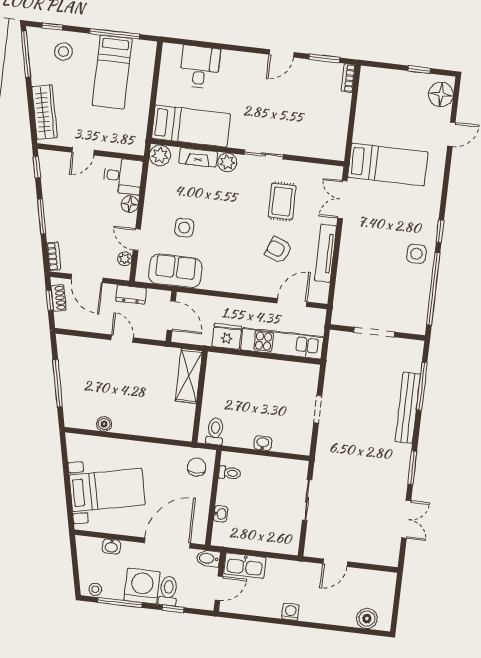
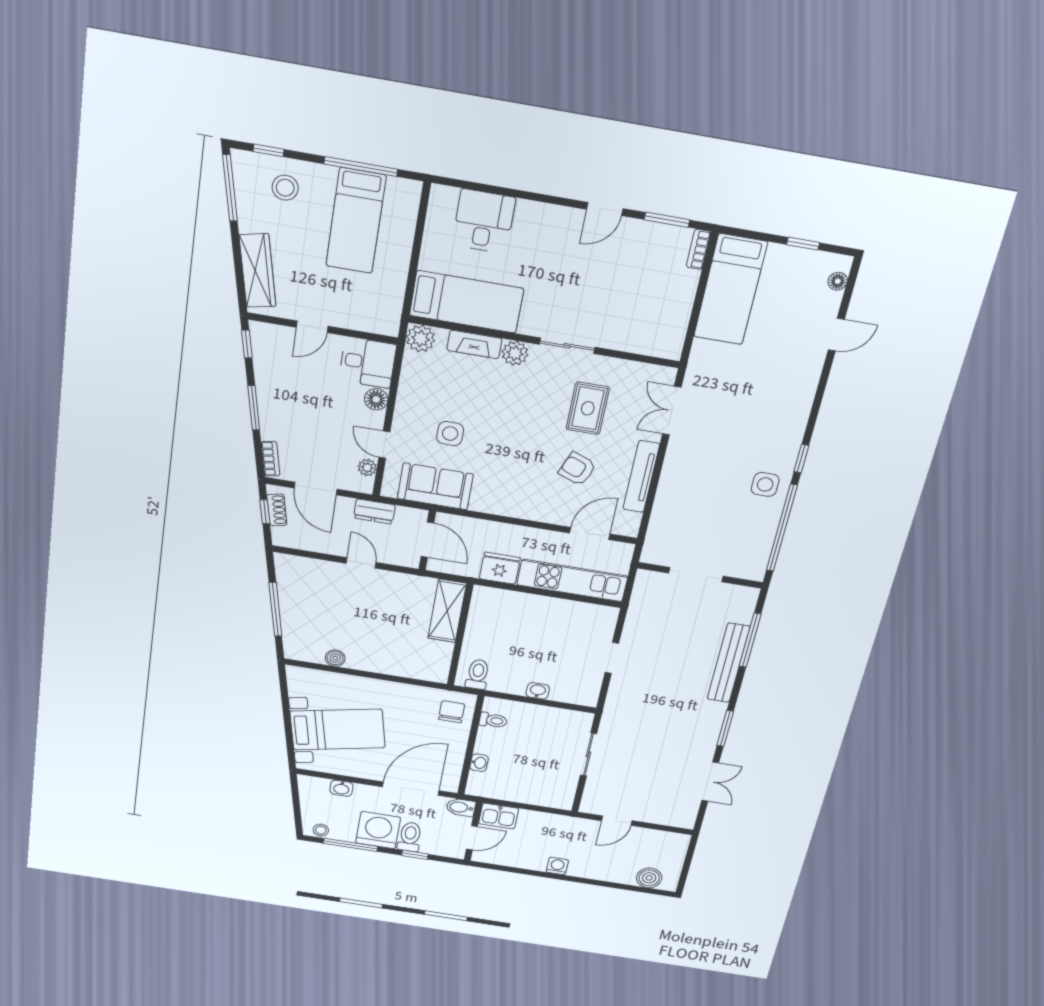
floor lamp: (441, 94) -> (838, 281), width x0.53, depth x0.53
bed: (388, 165) -> (730, 289), moved, turned 90
kitchen sink: (245, 566) -> (499, 816), width x0.73

